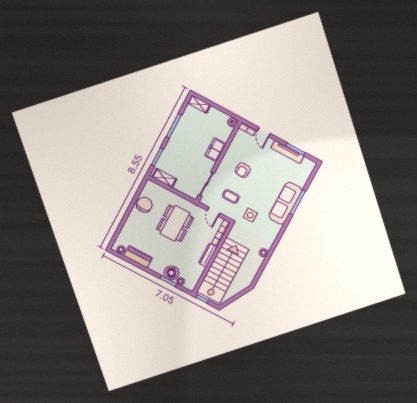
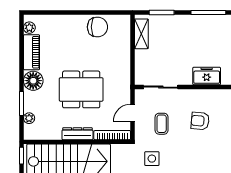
dining table: (175, 223) -> (81, 89), moved
floor lamp: (171, 273) -> (33, 81), moved

